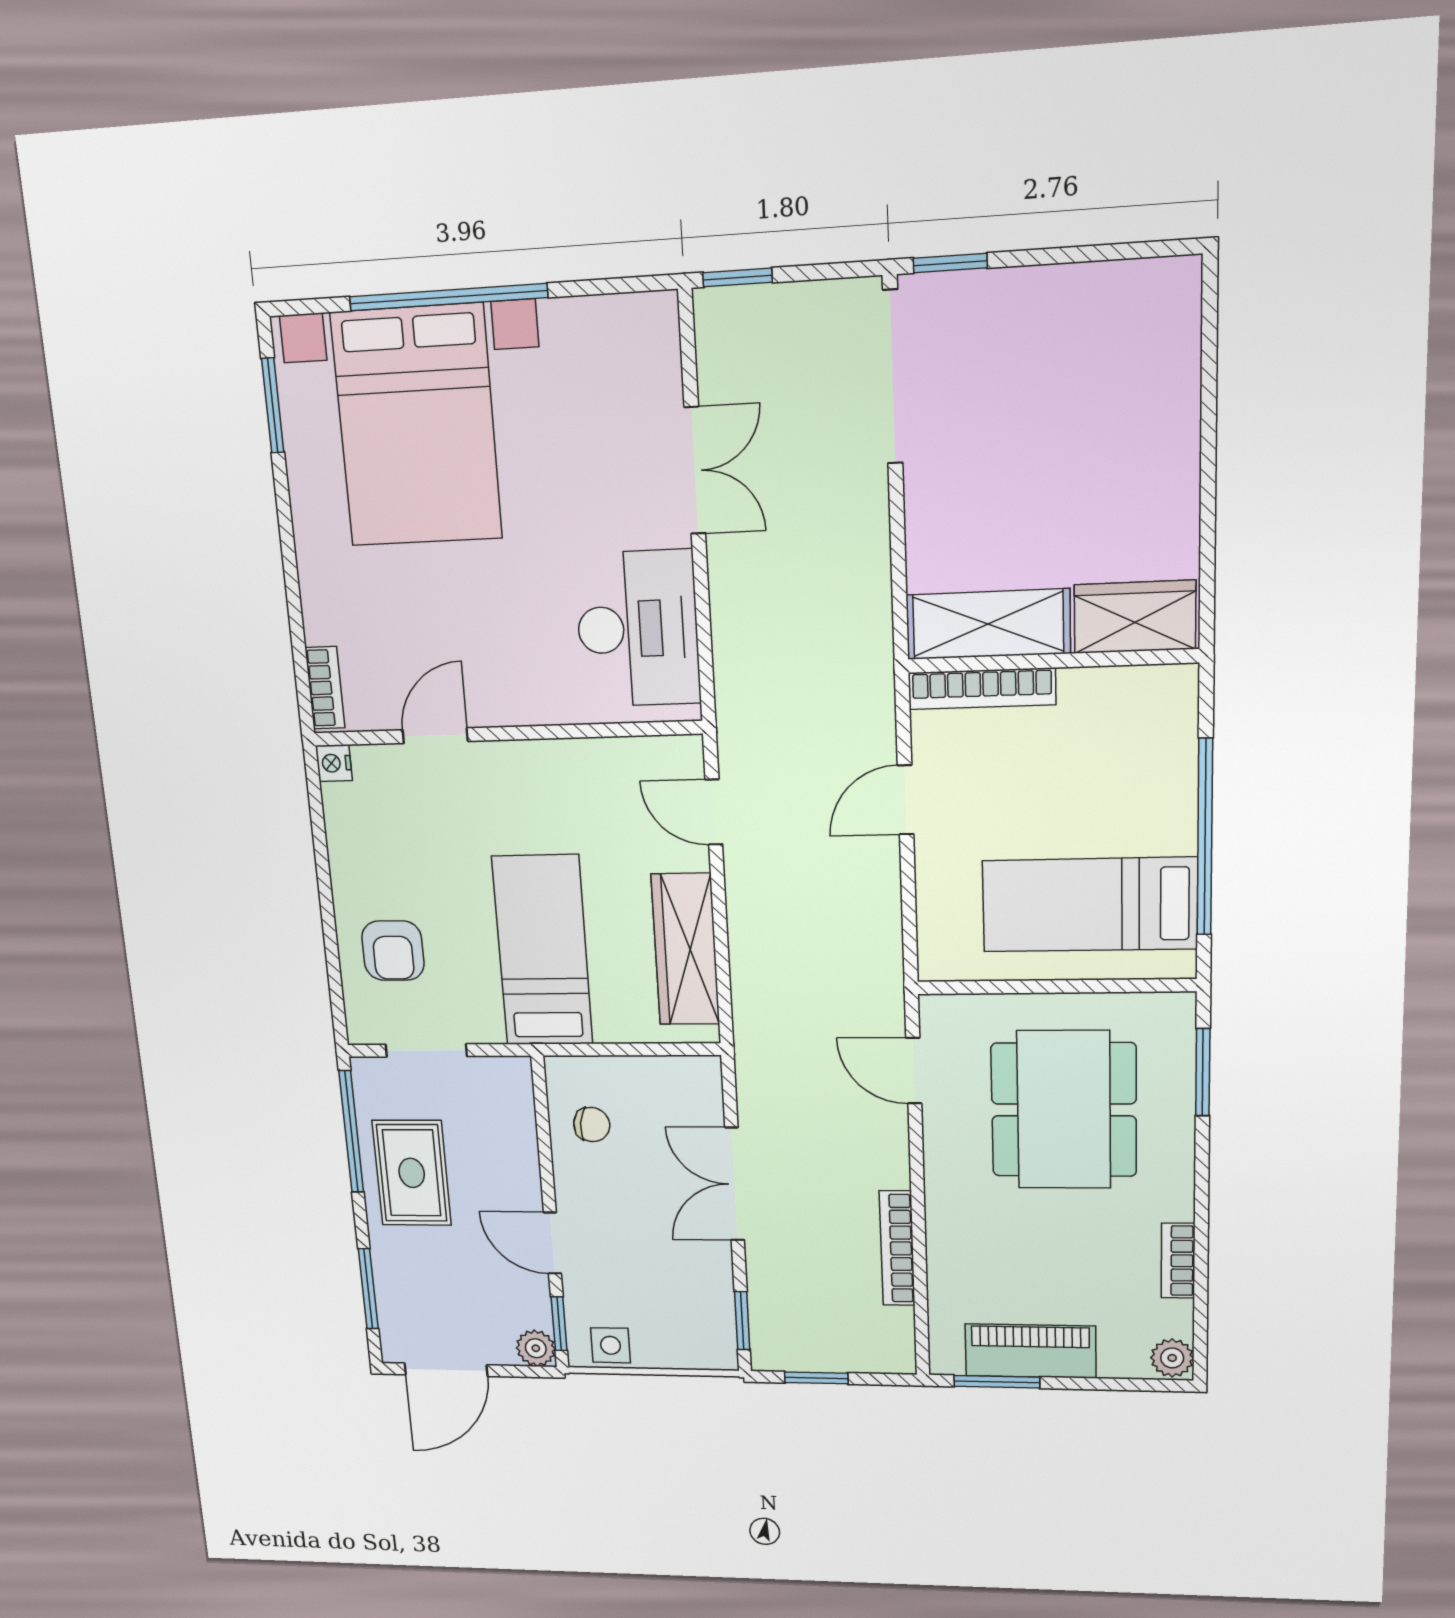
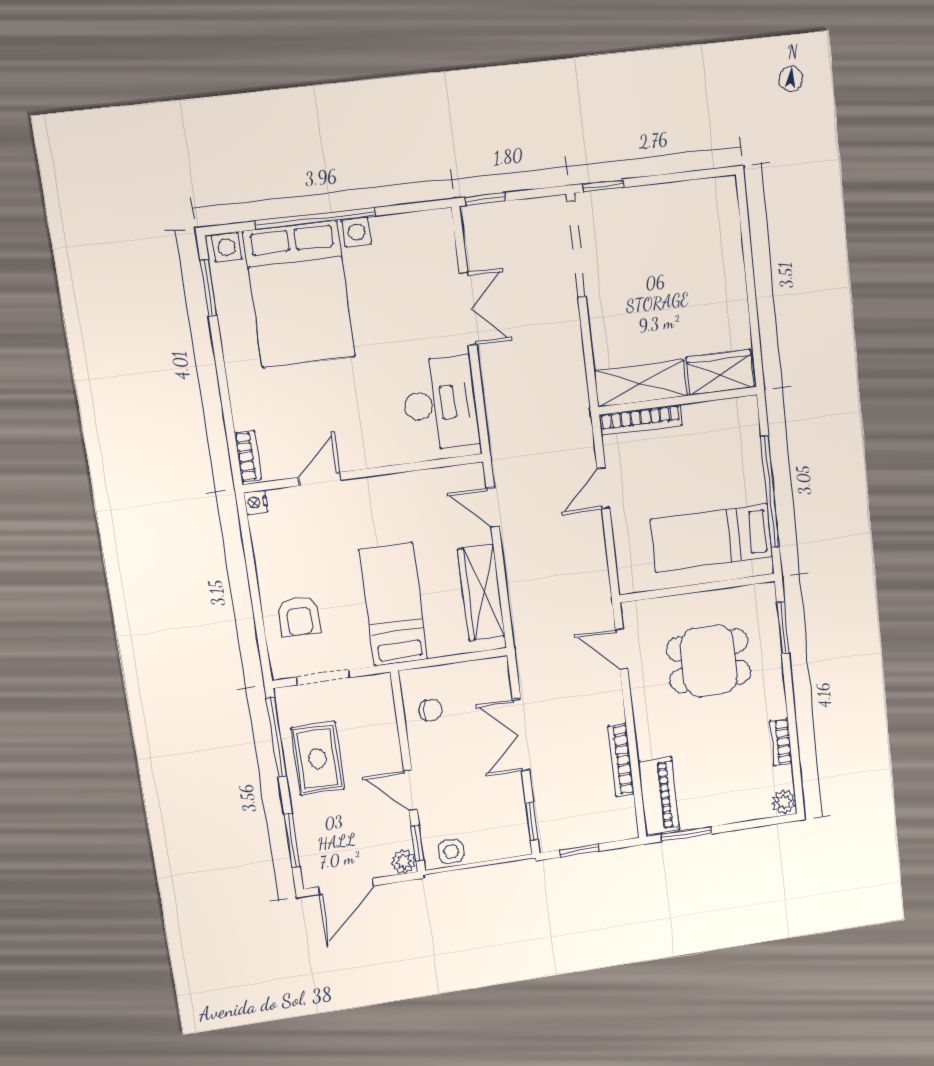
dining table: (1064, 1110) -> (709, 661), width x0.73
piano: (1030, 1351) -> (659, 796), moved, turned 90

